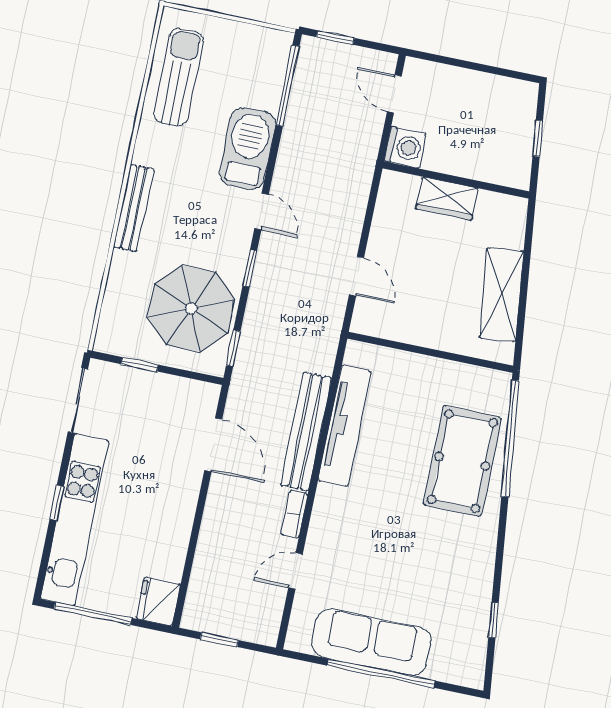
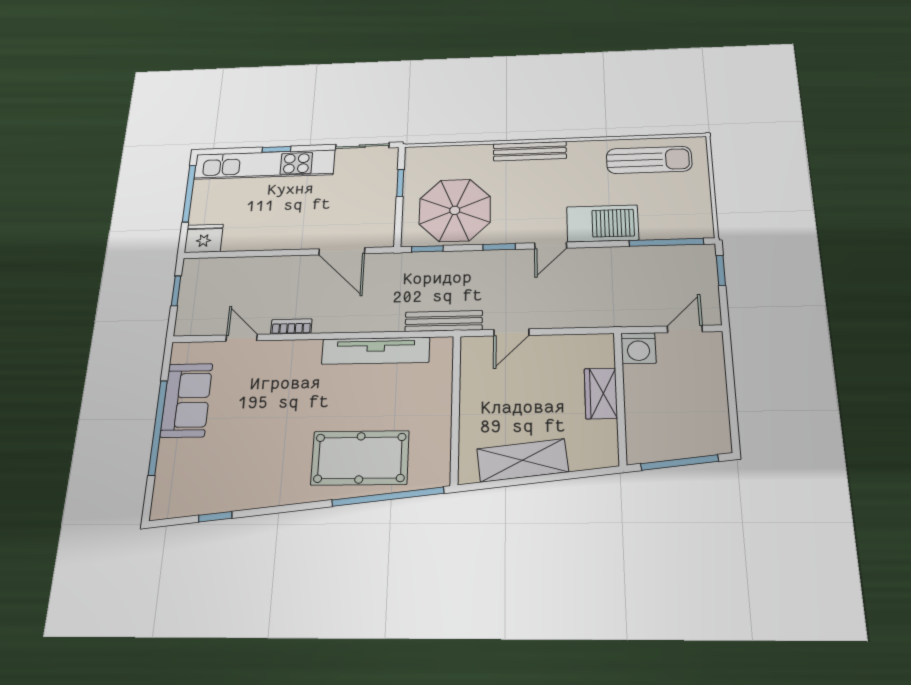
window: (538, 138) -> (680, 462), width x2.17
bench: (306, 431) -> (444, 321), moved, width x0.73, depth x0.82
door: (213, 445) -> (342, 251), hinge flipped
sofa: (371, 642) -> (186, 400), width x0.73

